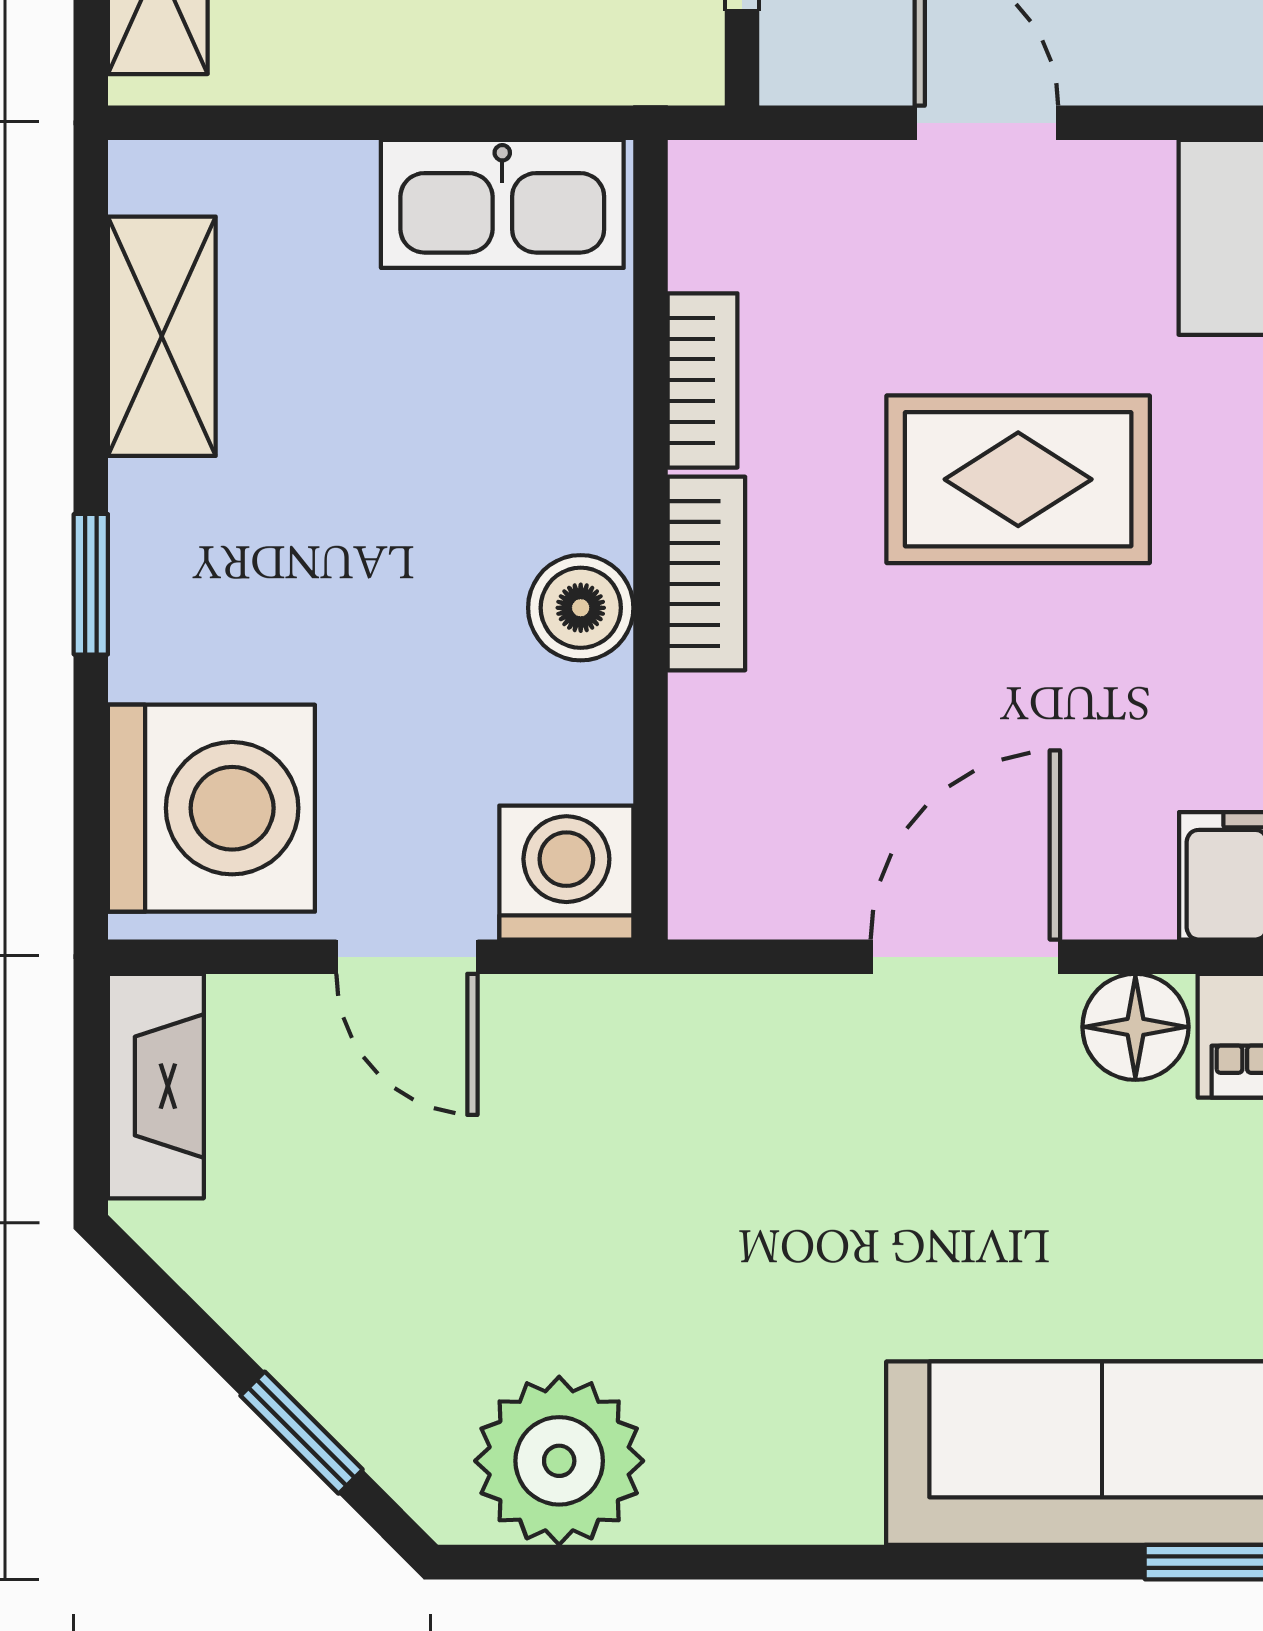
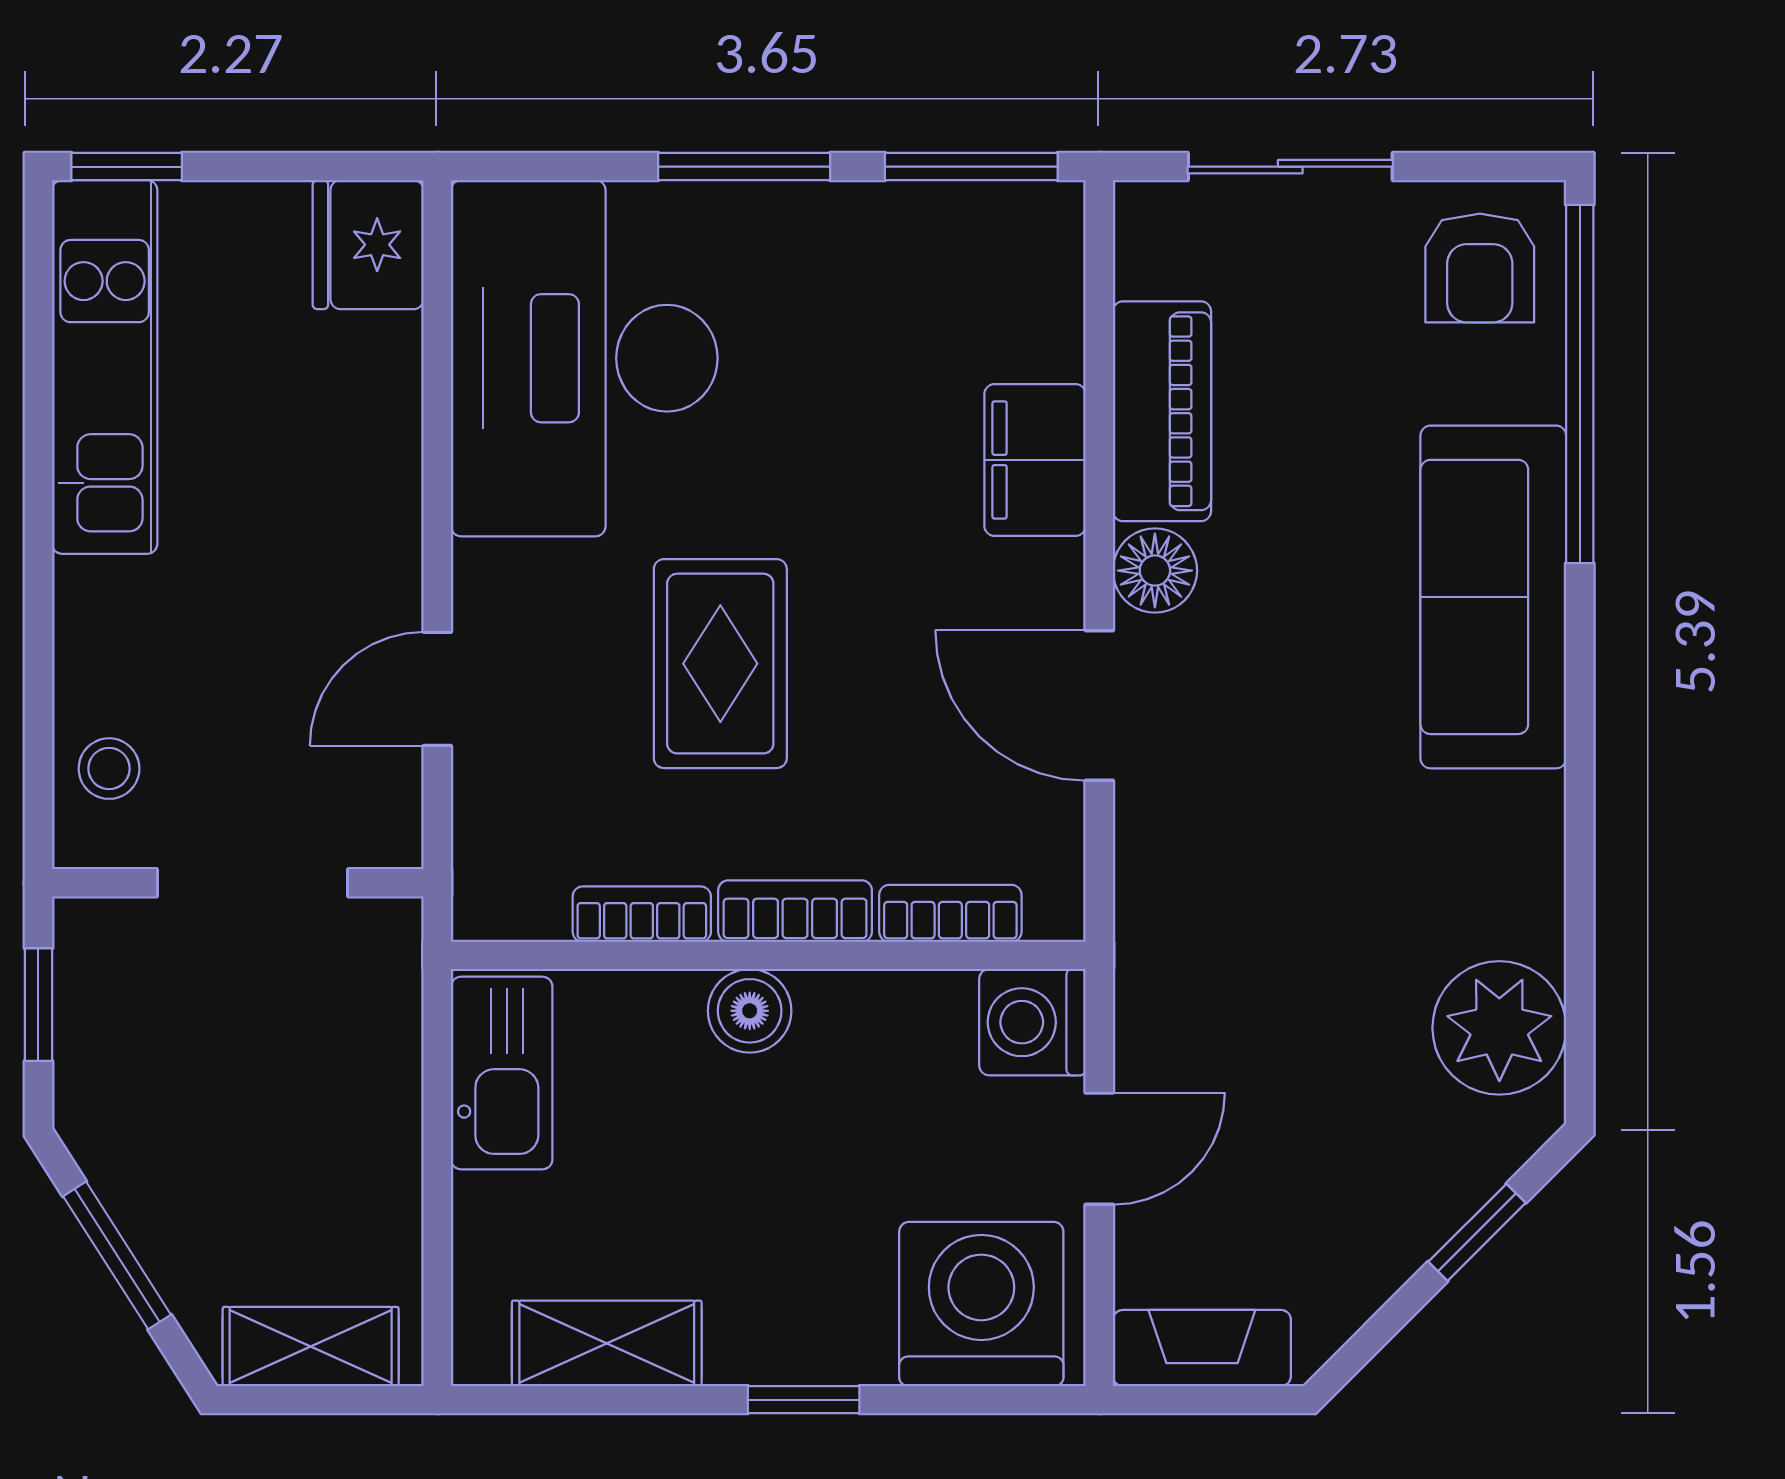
boiler: (581, 608) -> (750, 1011), moved
bookcase: (704, 769) -> (950, 913), added

